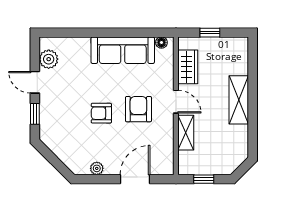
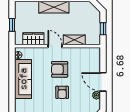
door: (176, 102) -> (55, 46), hinge flipped
door: (135, 179) -> (103, 82), moved

